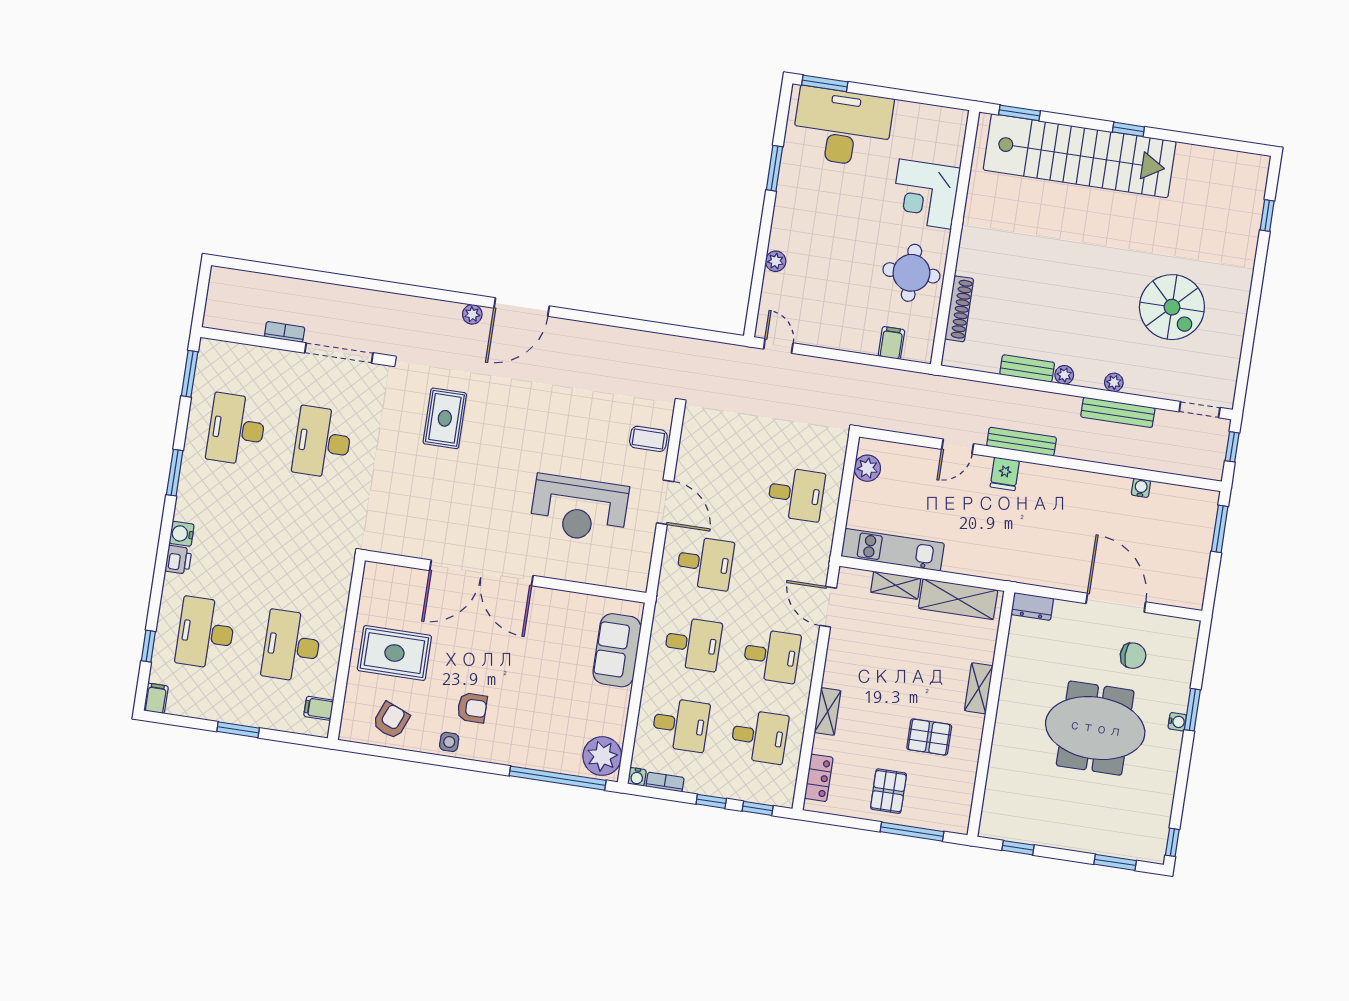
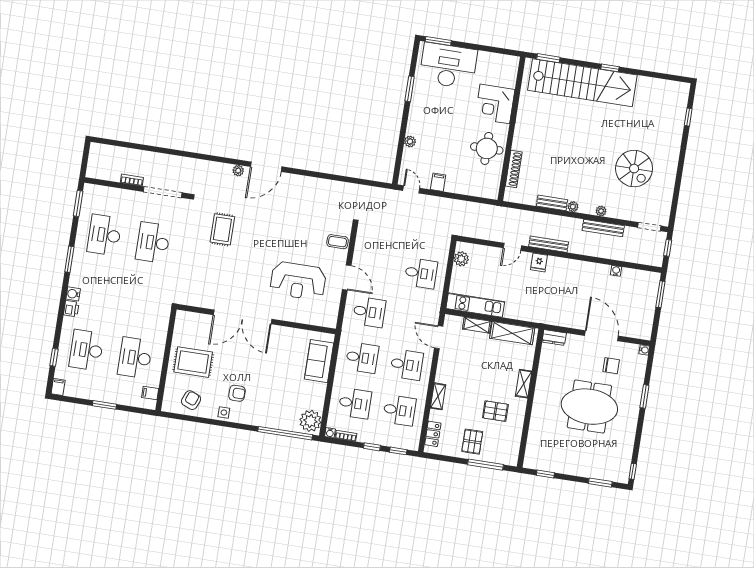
filing cabinet: (891, 343) -> (438, 182), moved
water cooler: (1177, 722) -> (644, 350), moved

